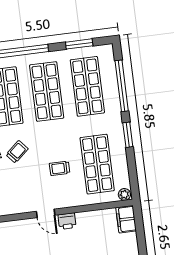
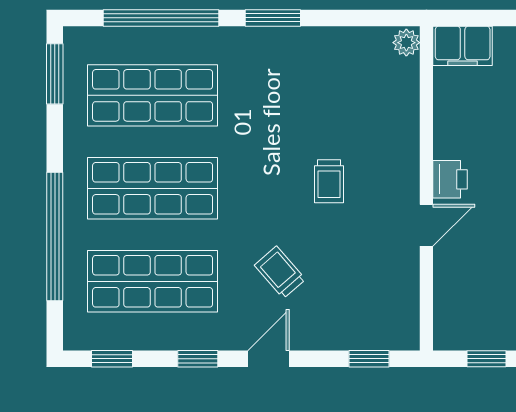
window: (79, 44) -> (55, 74), moved
shop shelf: (97, 164) -> (330, 95), removed

